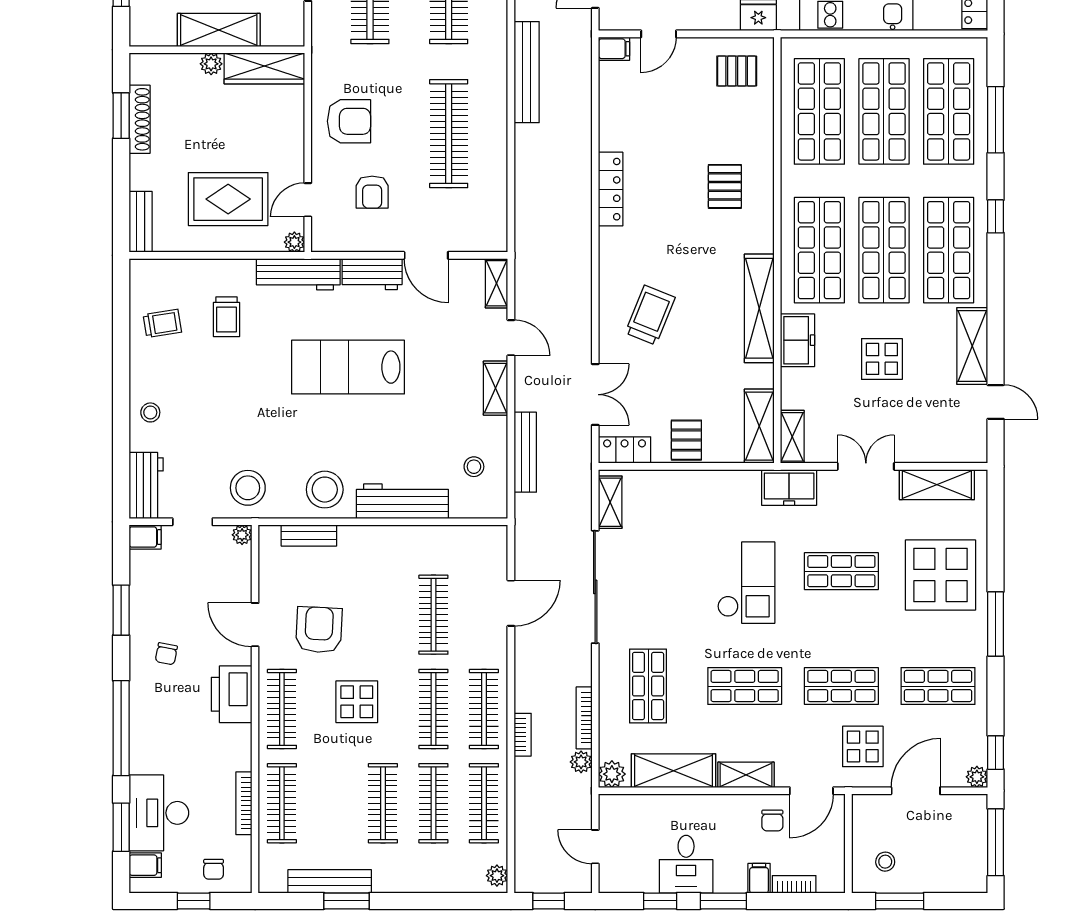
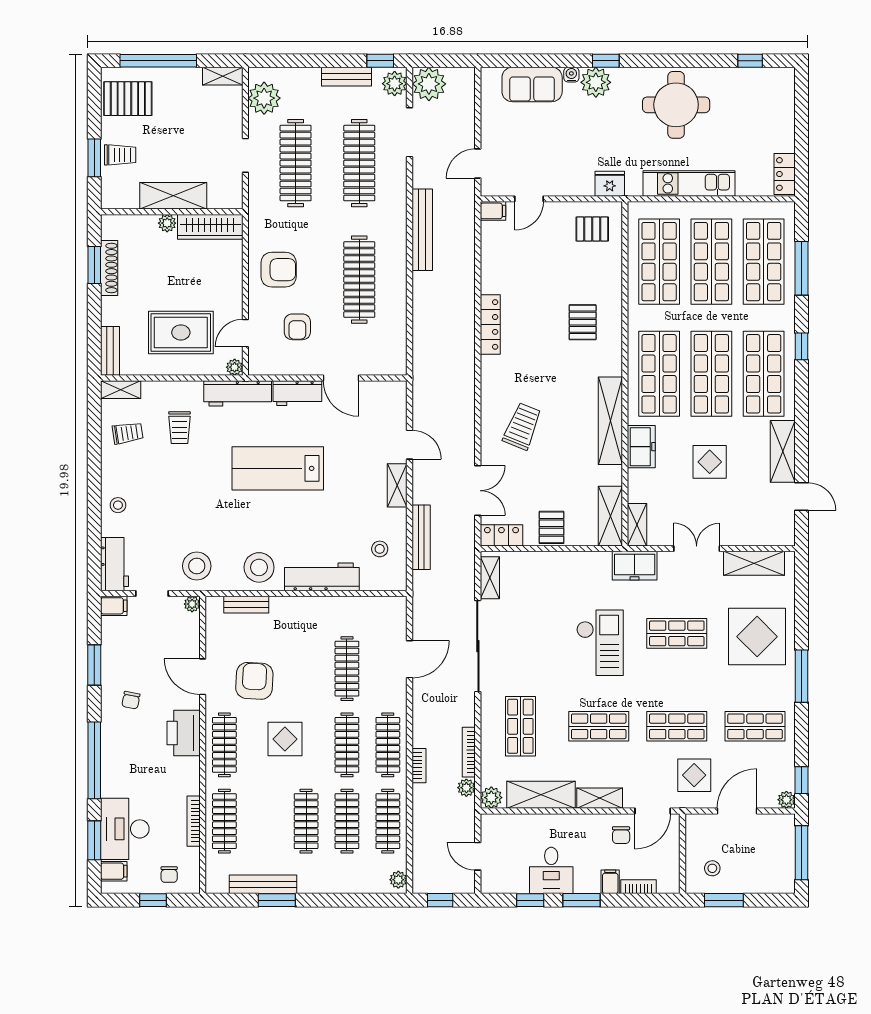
shelving: (497, 283) -> (121, 390), moved, turned 90

